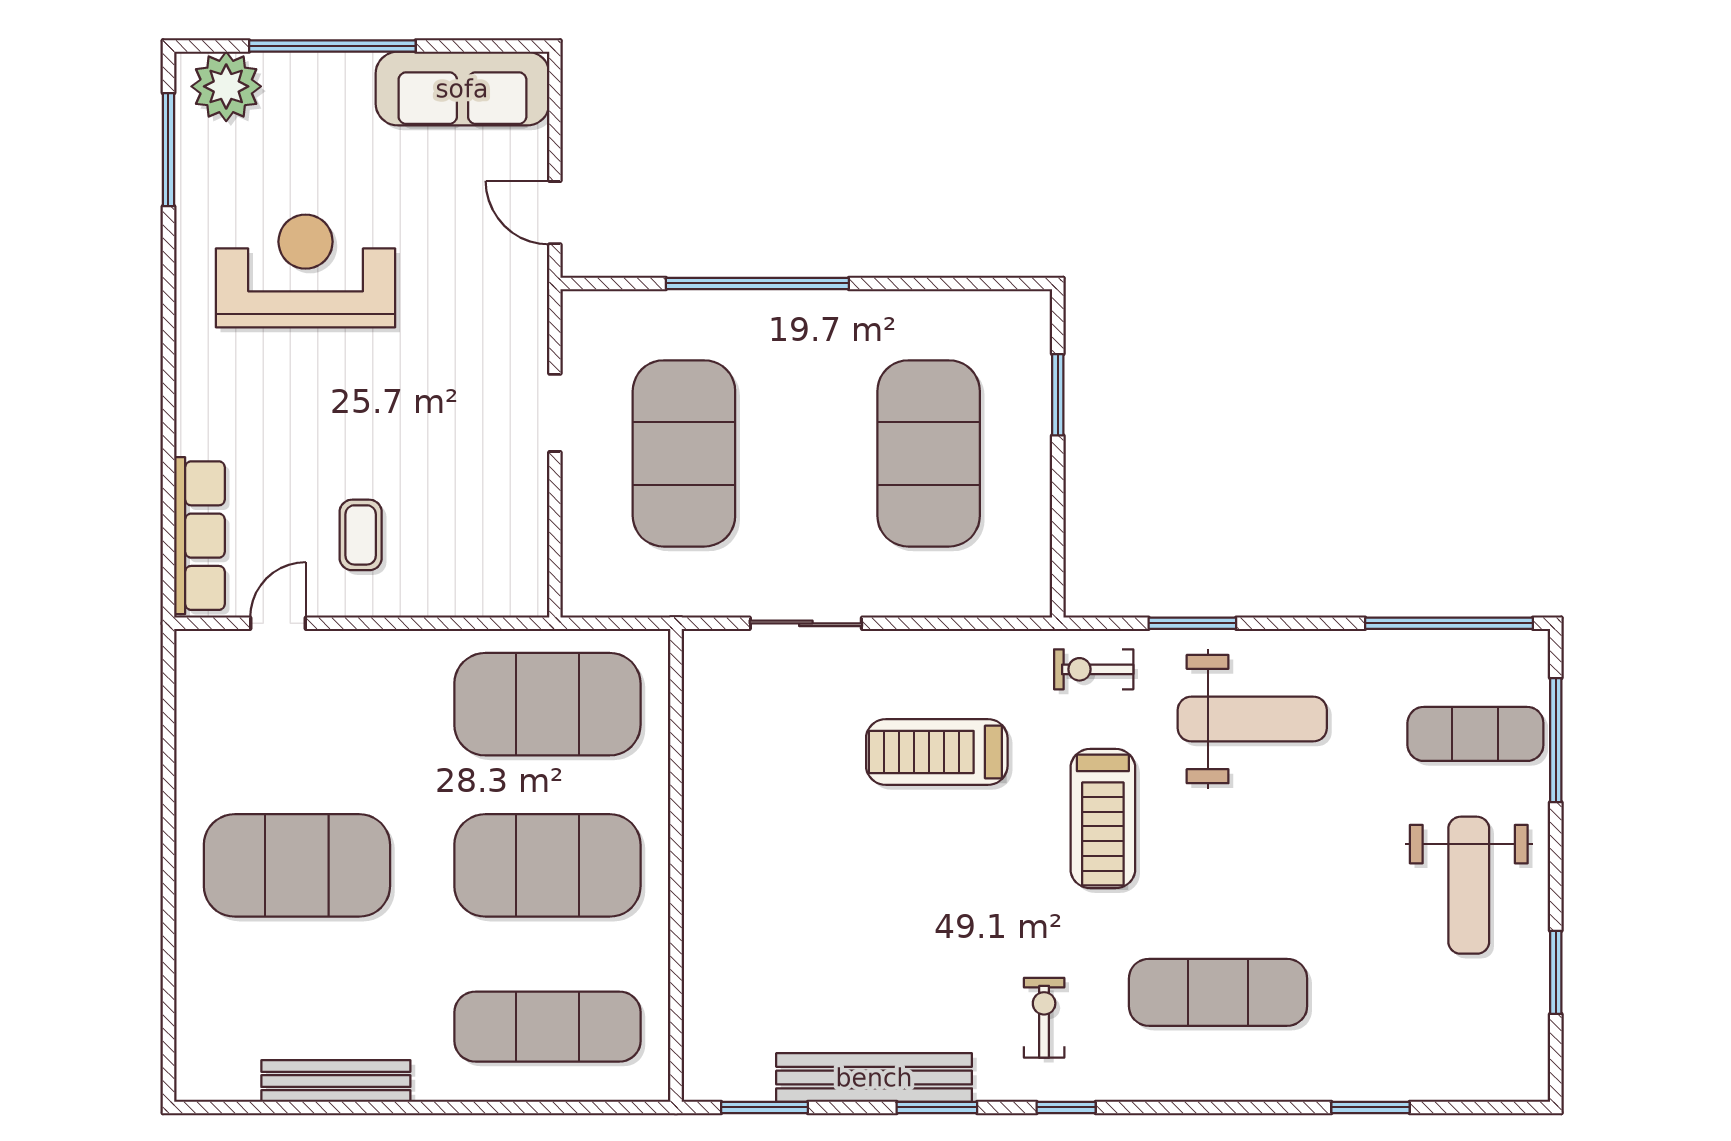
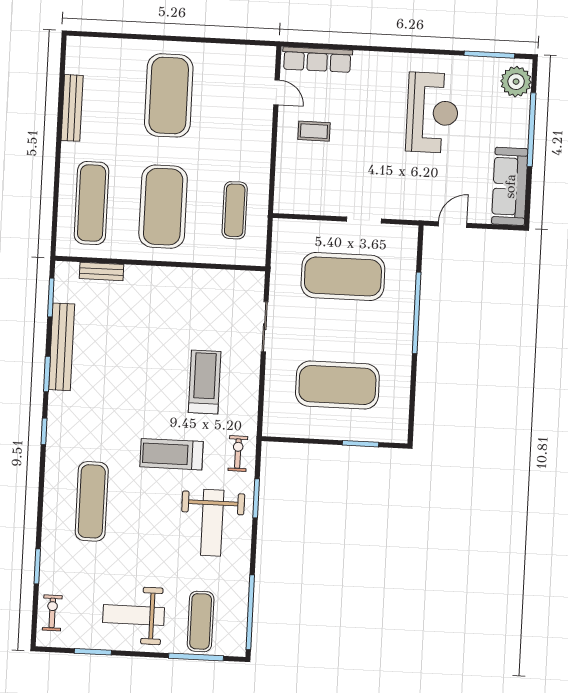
exercise mat: (547, 704) -> (235, 210), width x0.50, depth x0.69
bench: (700, 996) -> (101, 271), added
exercise bike: (1044, 1018) -> (52, 613), moved, turned -90

